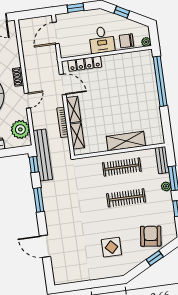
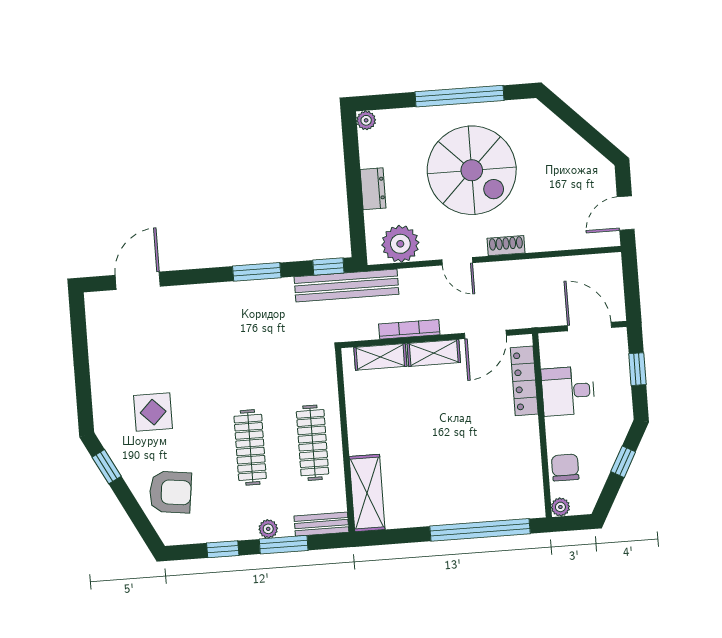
desk: (102, 40) -> (568, 391), moved
shelving: (126, 141) -> (367, 493), moved
door: (45, 246) -> (138, 281), moved
window: (155, 258) -> (107, 467), moved

